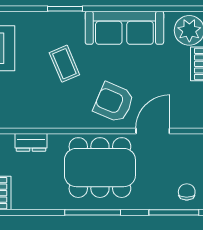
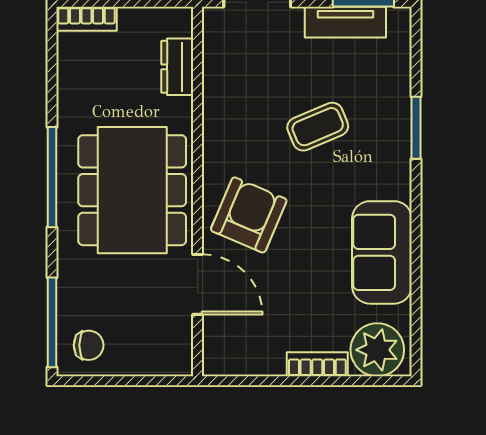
sofa: (124, 28) -> (382, 252), width x0.73

